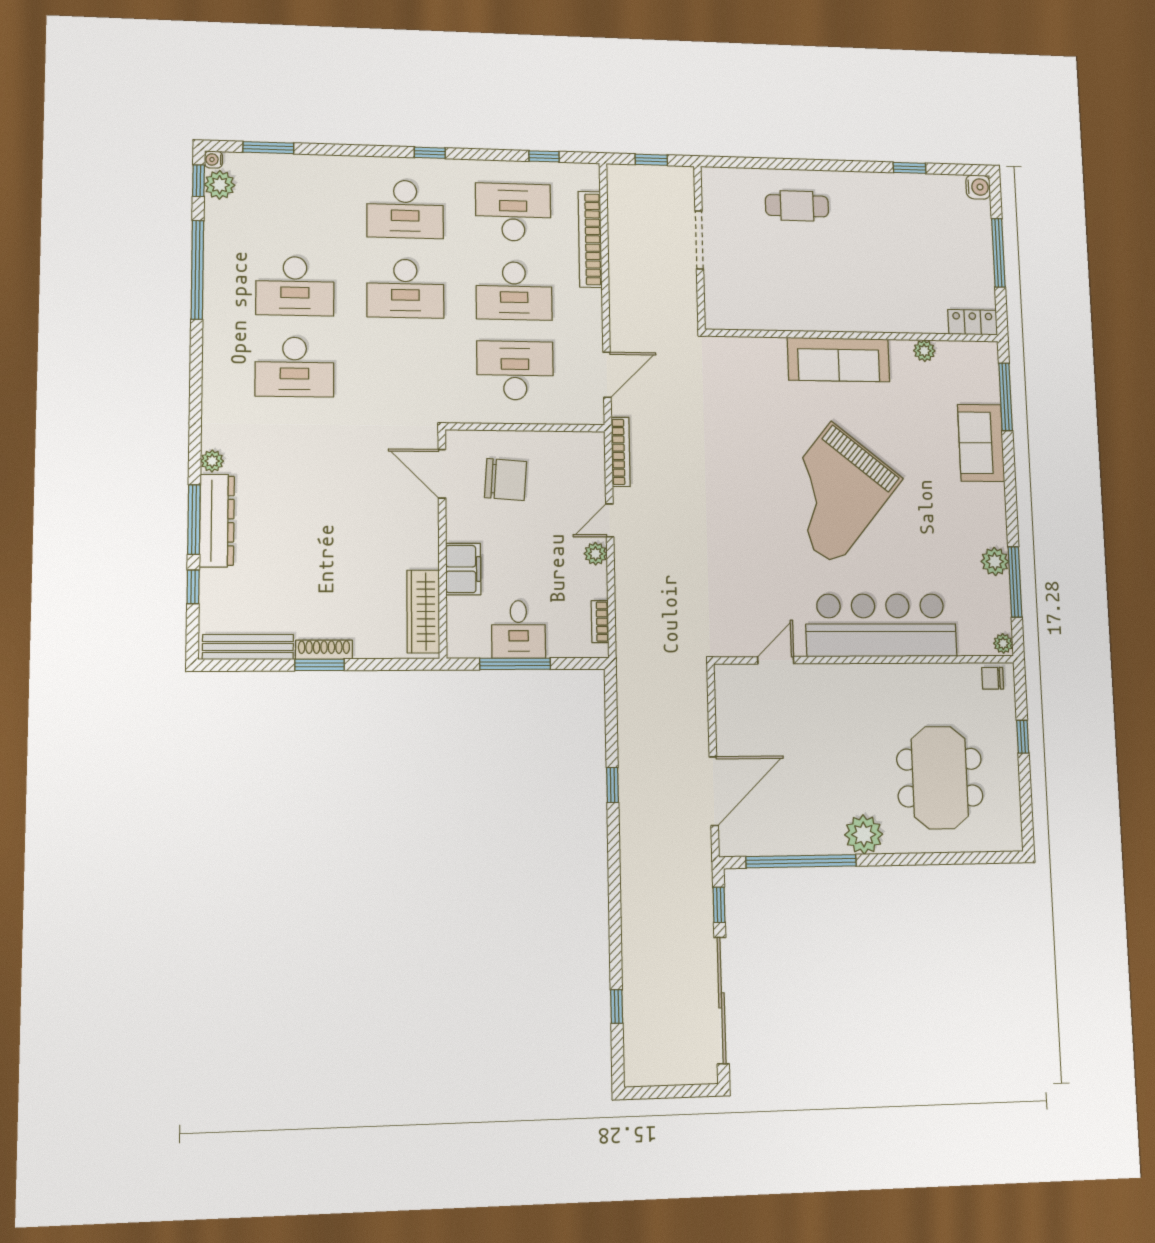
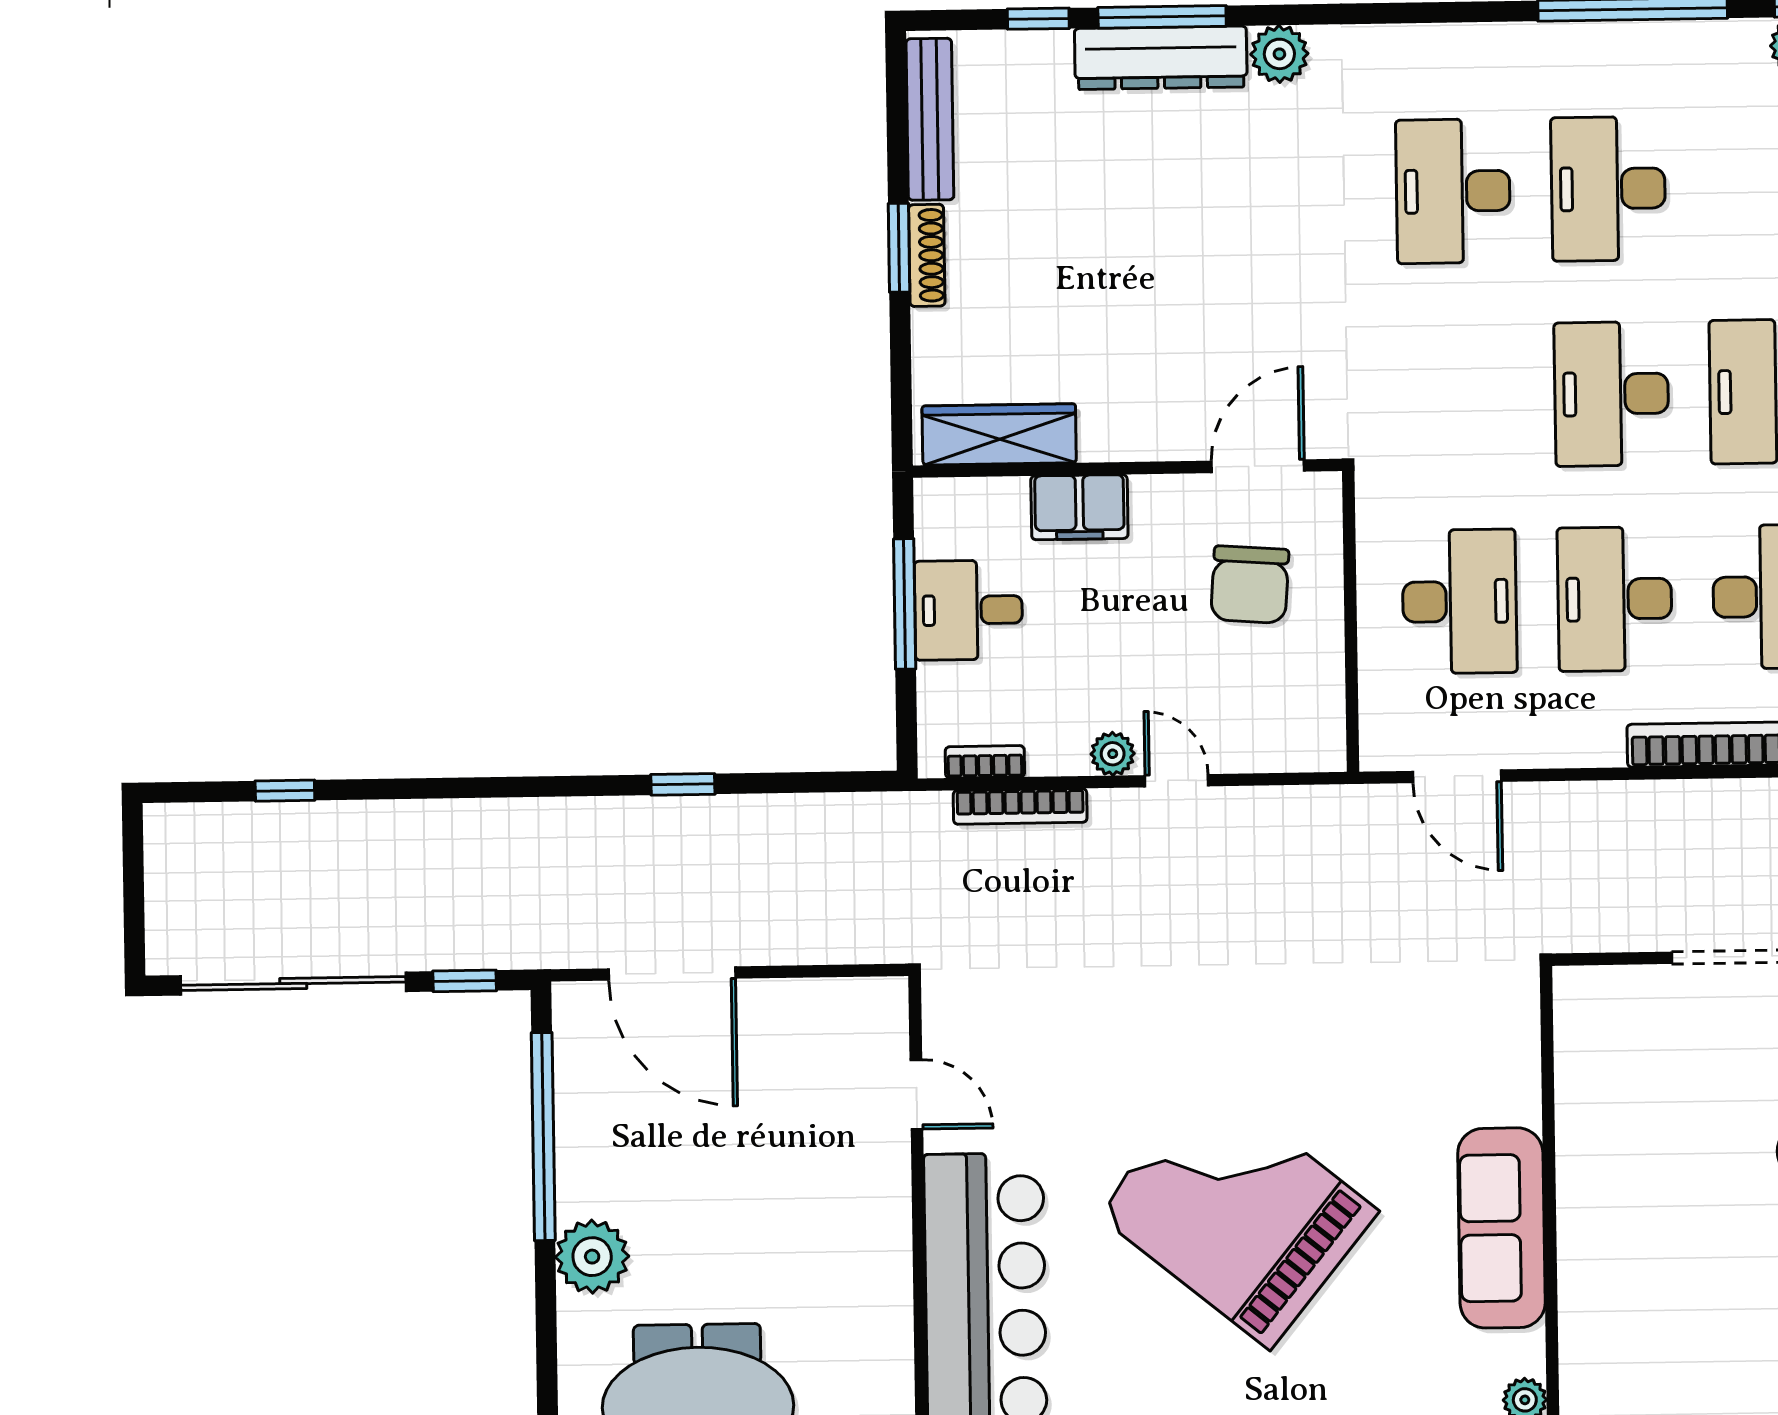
bookcase: (621, 452) -> (1020, 806), moved
plant: (212, 461) -> (1279, 54), width x1.38, depth x1.38

